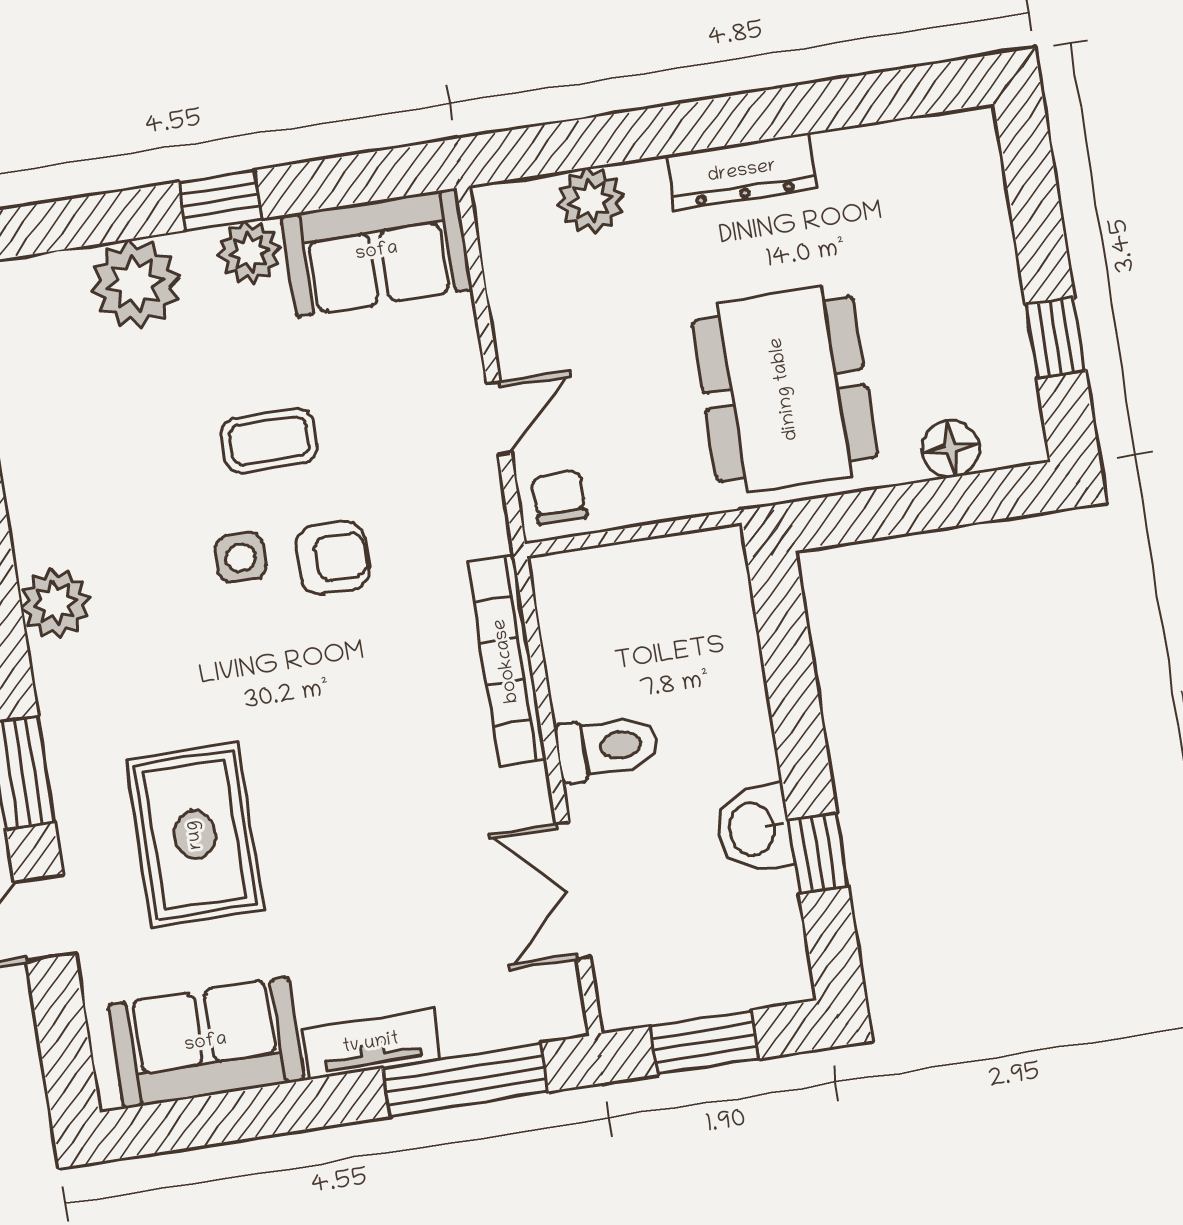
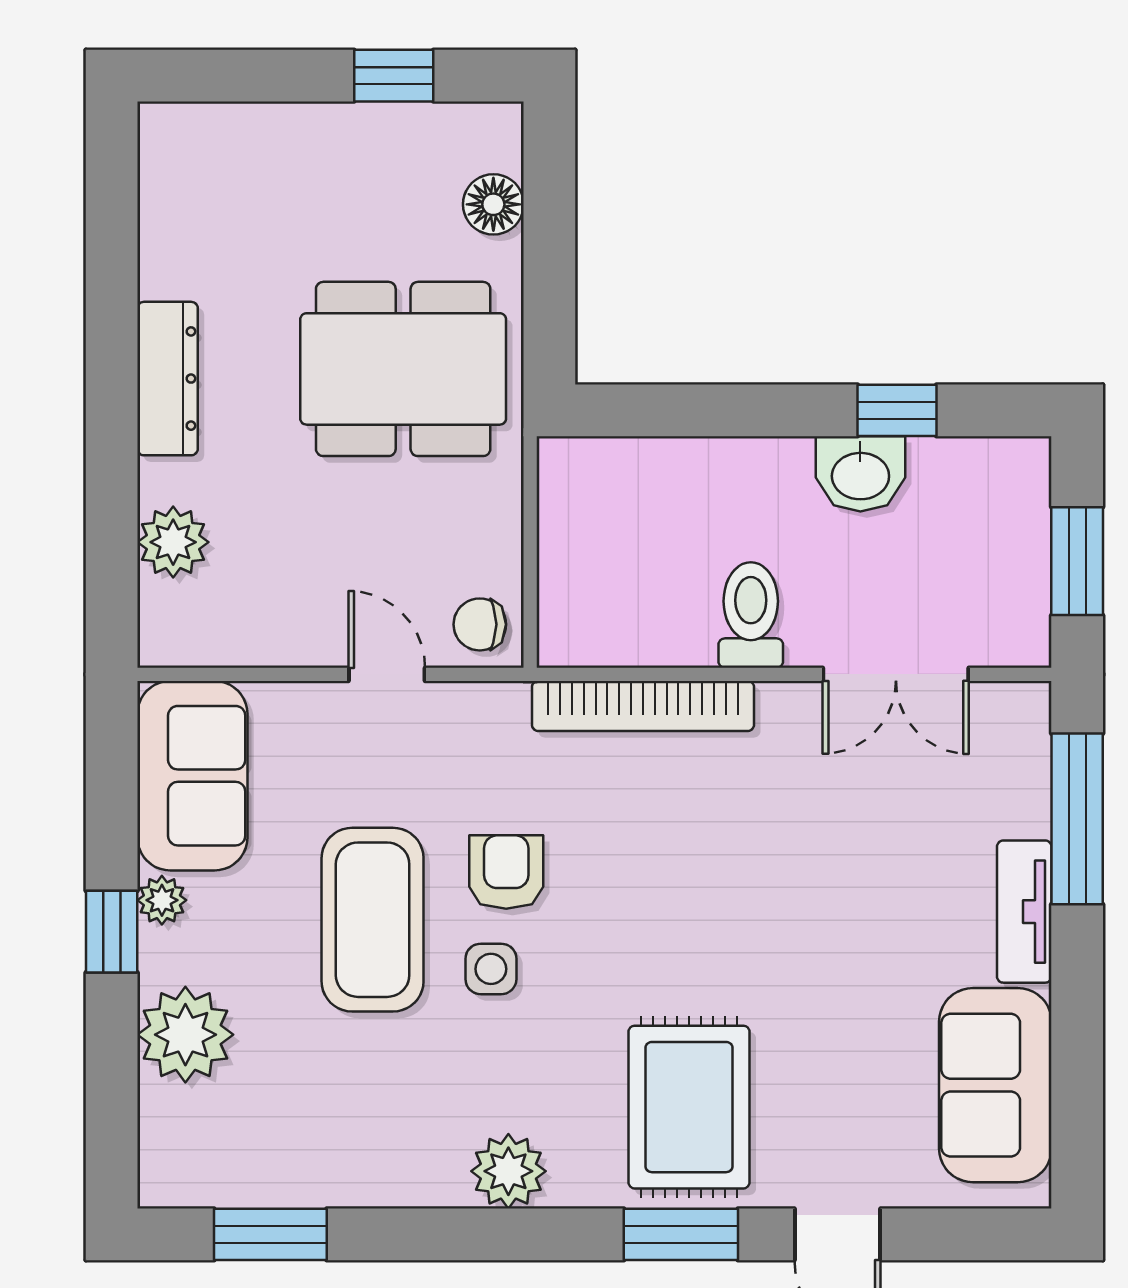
plant: (249, 252) -> (162, 900), width x0.73, depth x0.73
coffee table: (269, 441) -> (373, 920), width x1.86, depth x1.72
rug: (195, 835) -> (689, 1107), moved, turned 90

